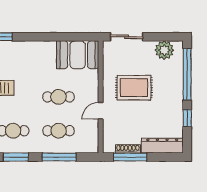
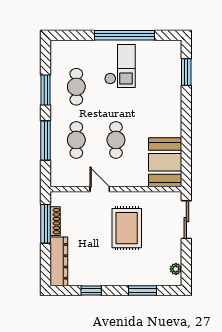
plant: (164, 50) -> (176, 269), width x0.53, depth x0.53
window: (187, 74) -> (142, 290), width x0.47

